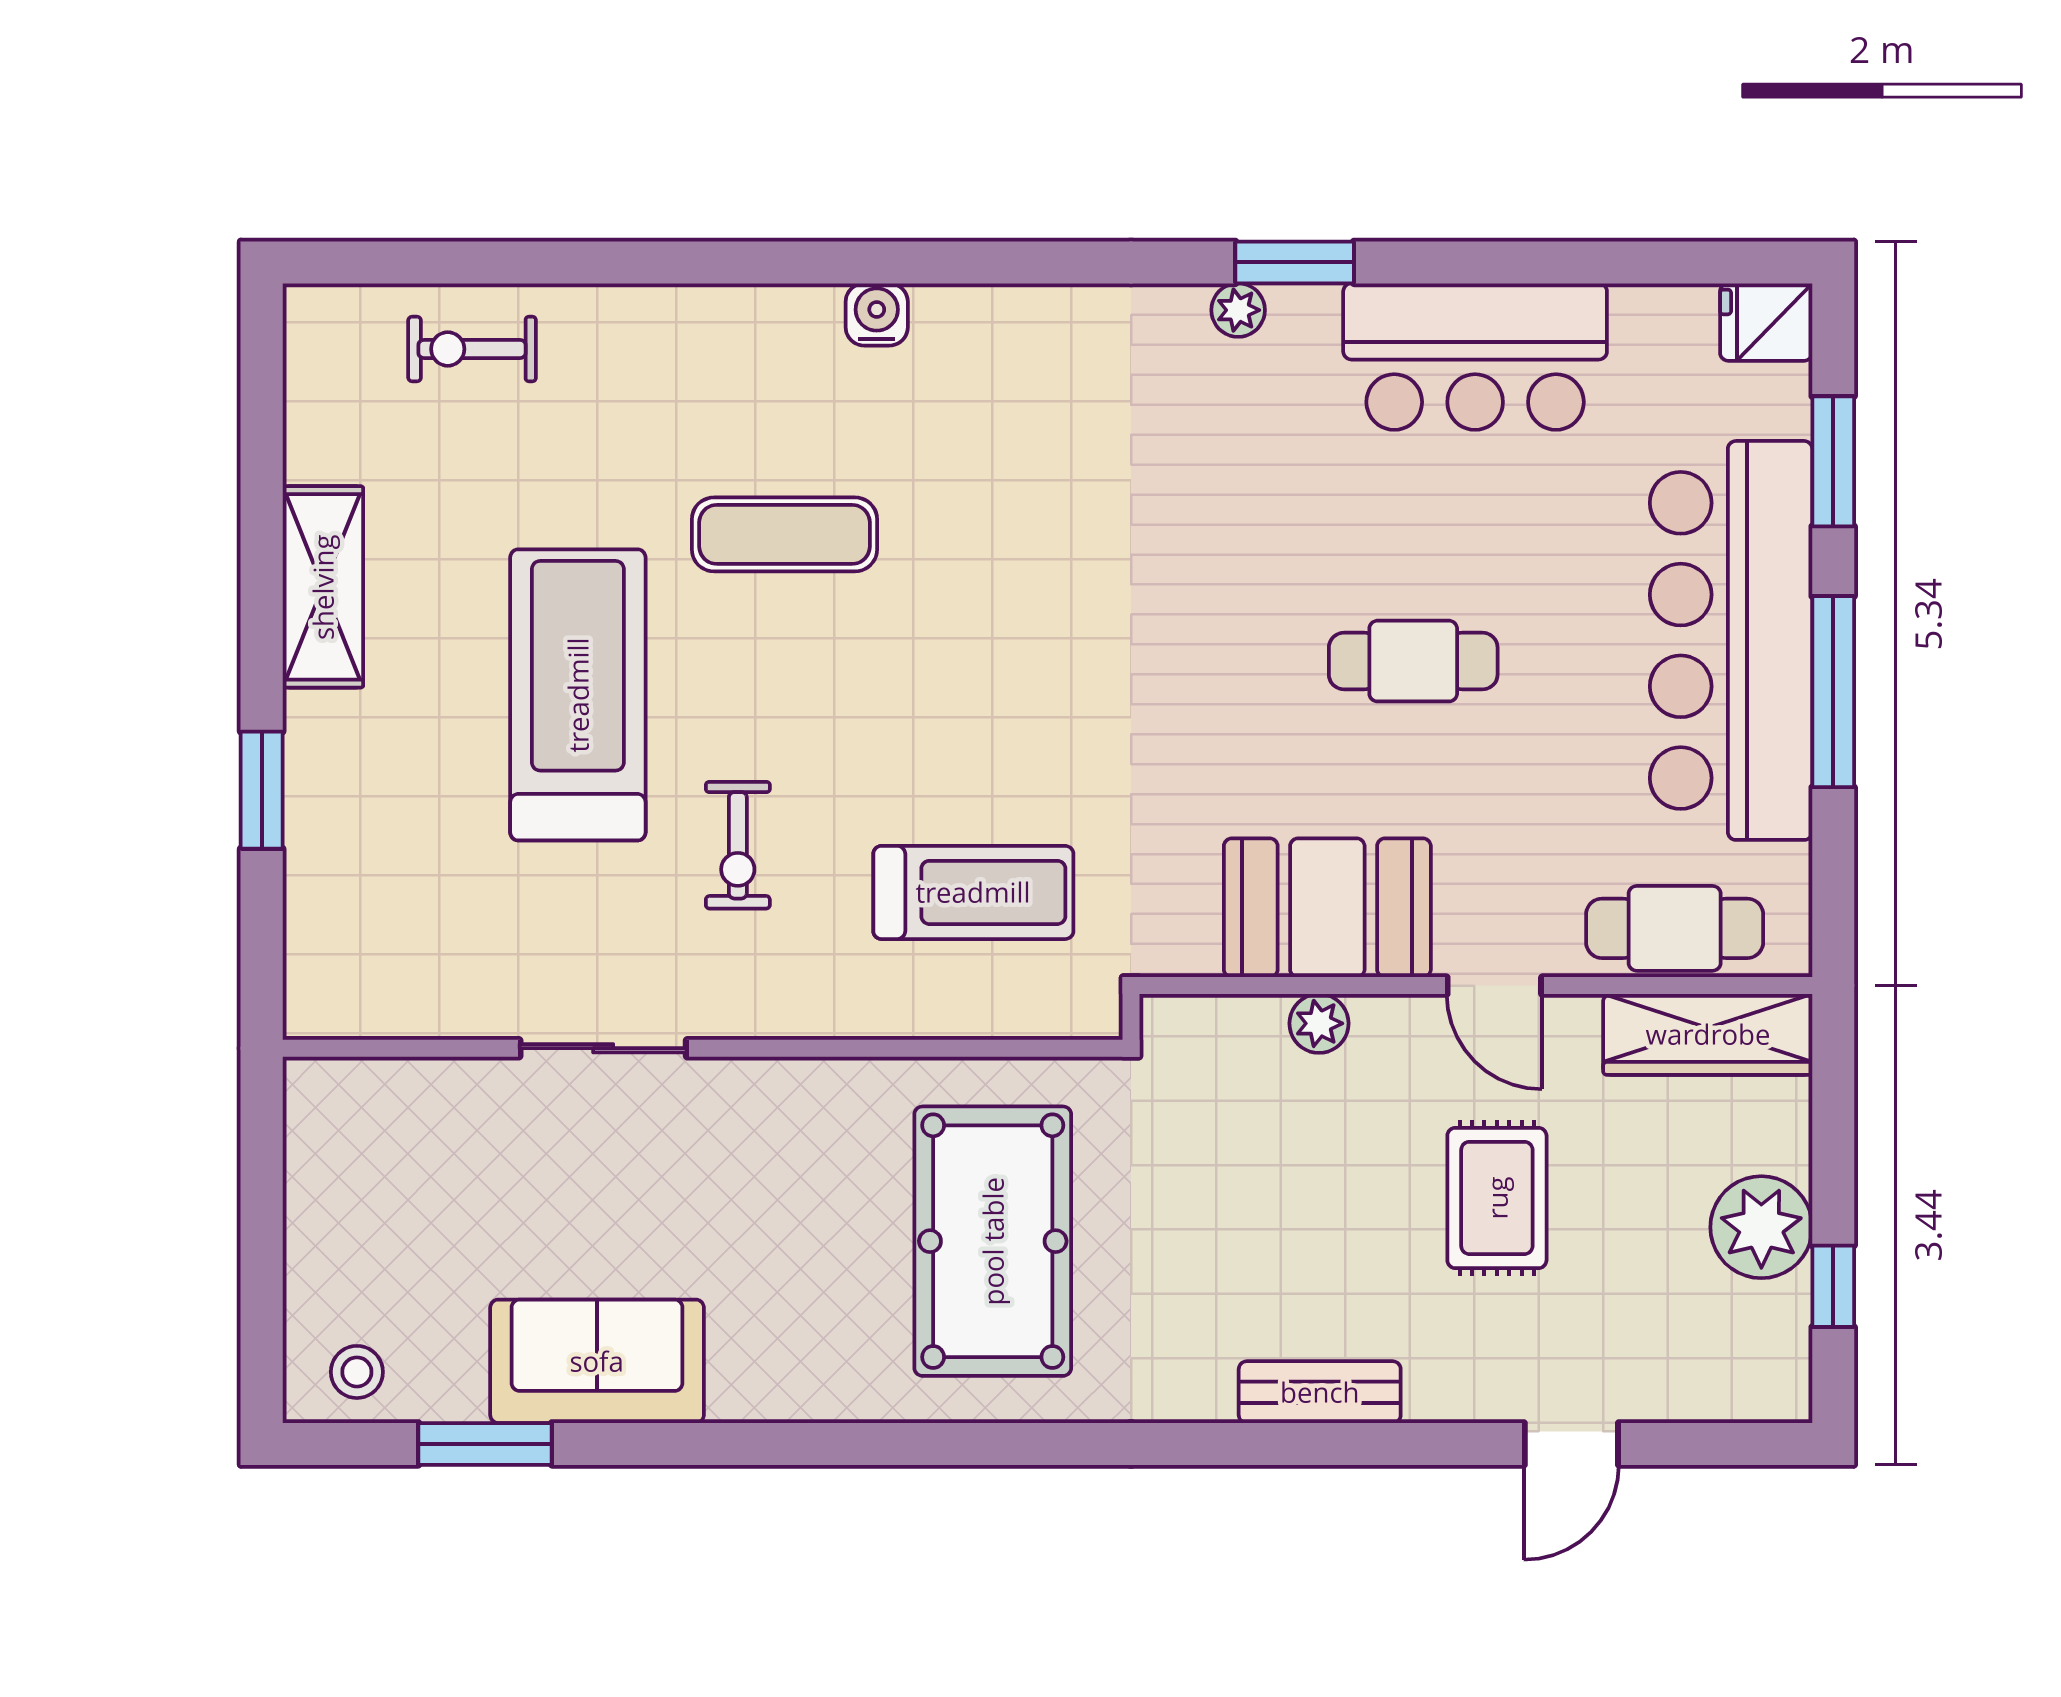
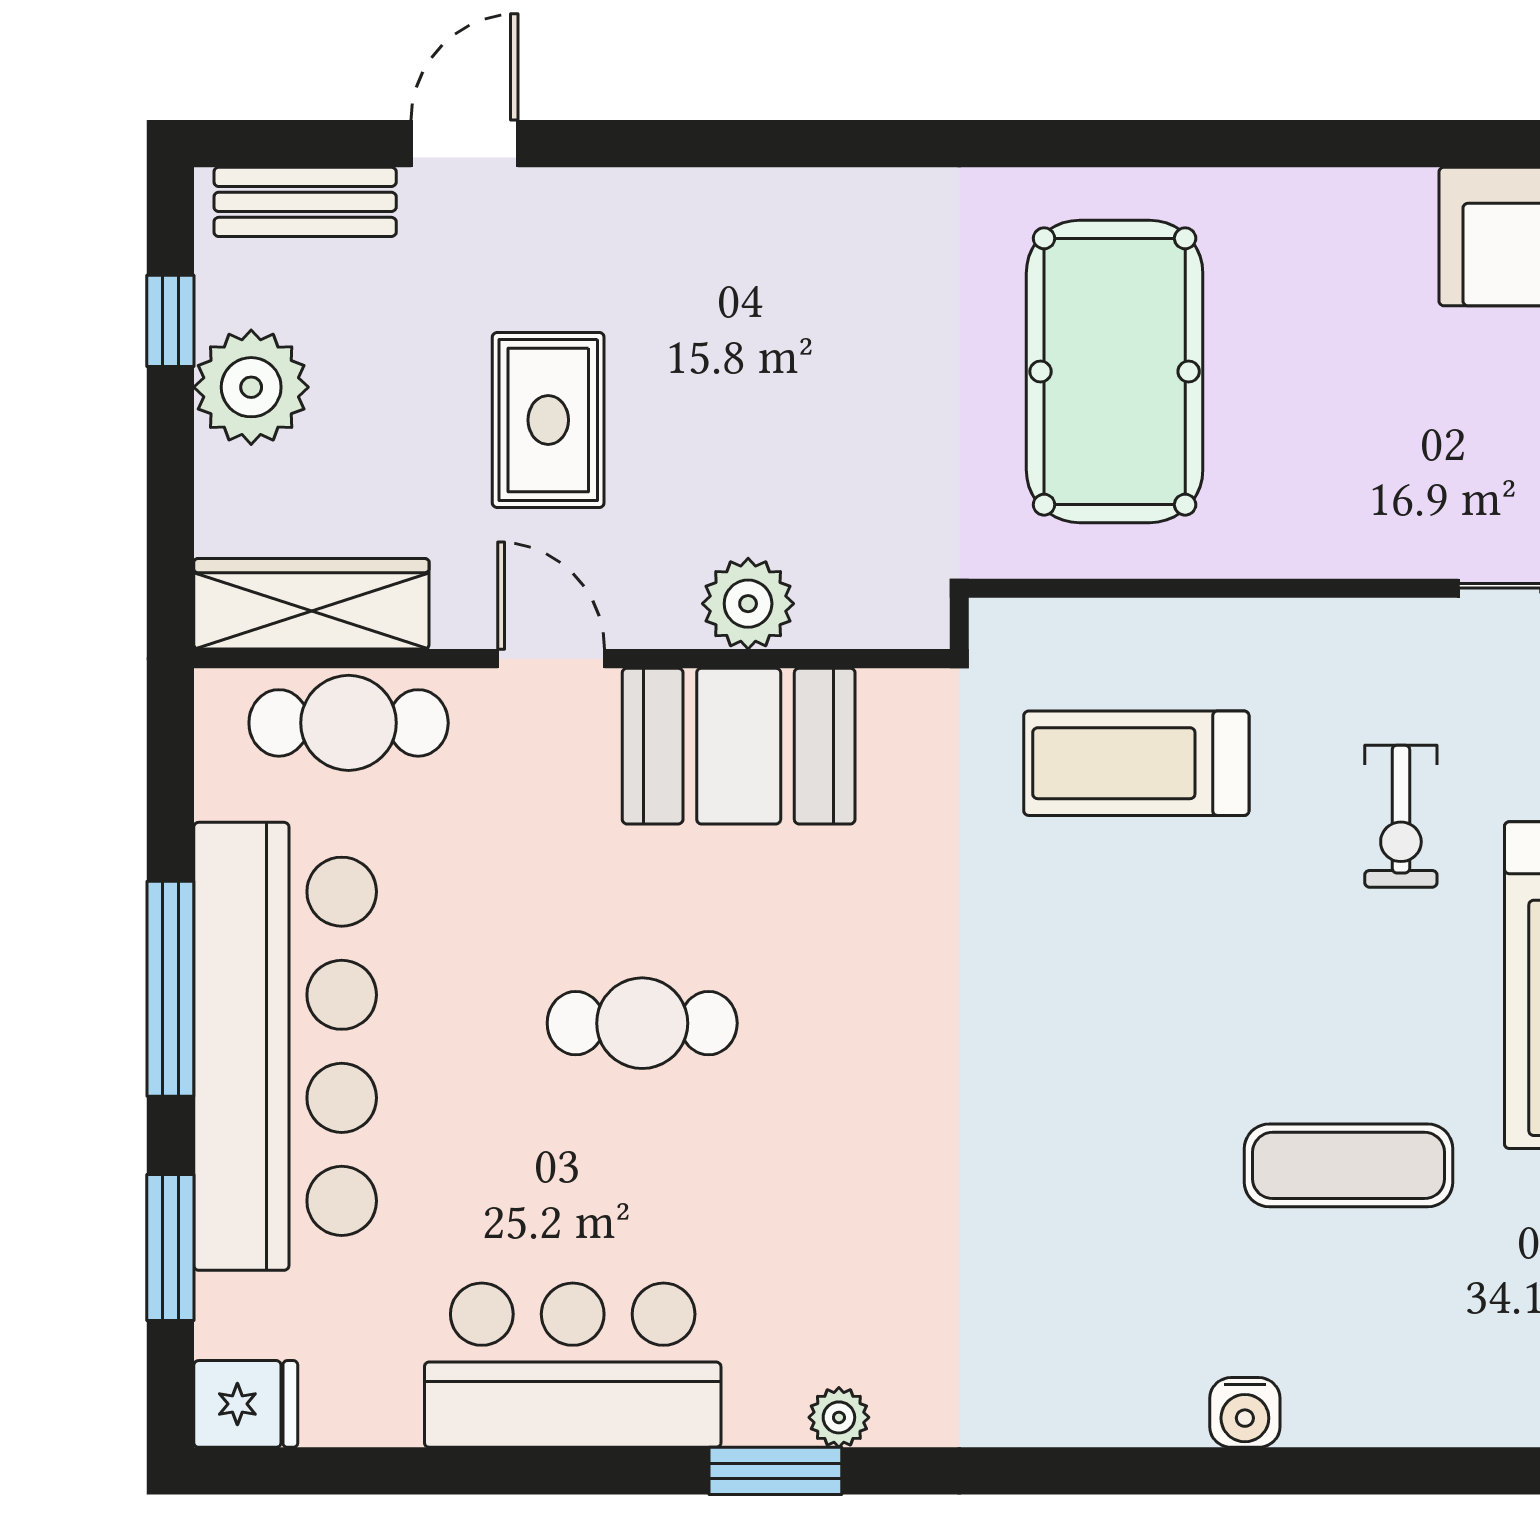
exercise bike: (738, 845) -> (1401, 816), turned 180
plant: (1319, 1023) -> (748, 604), width x1.38, depth x1.38
bench: (1320, 1392) -> (305, 202), moved

